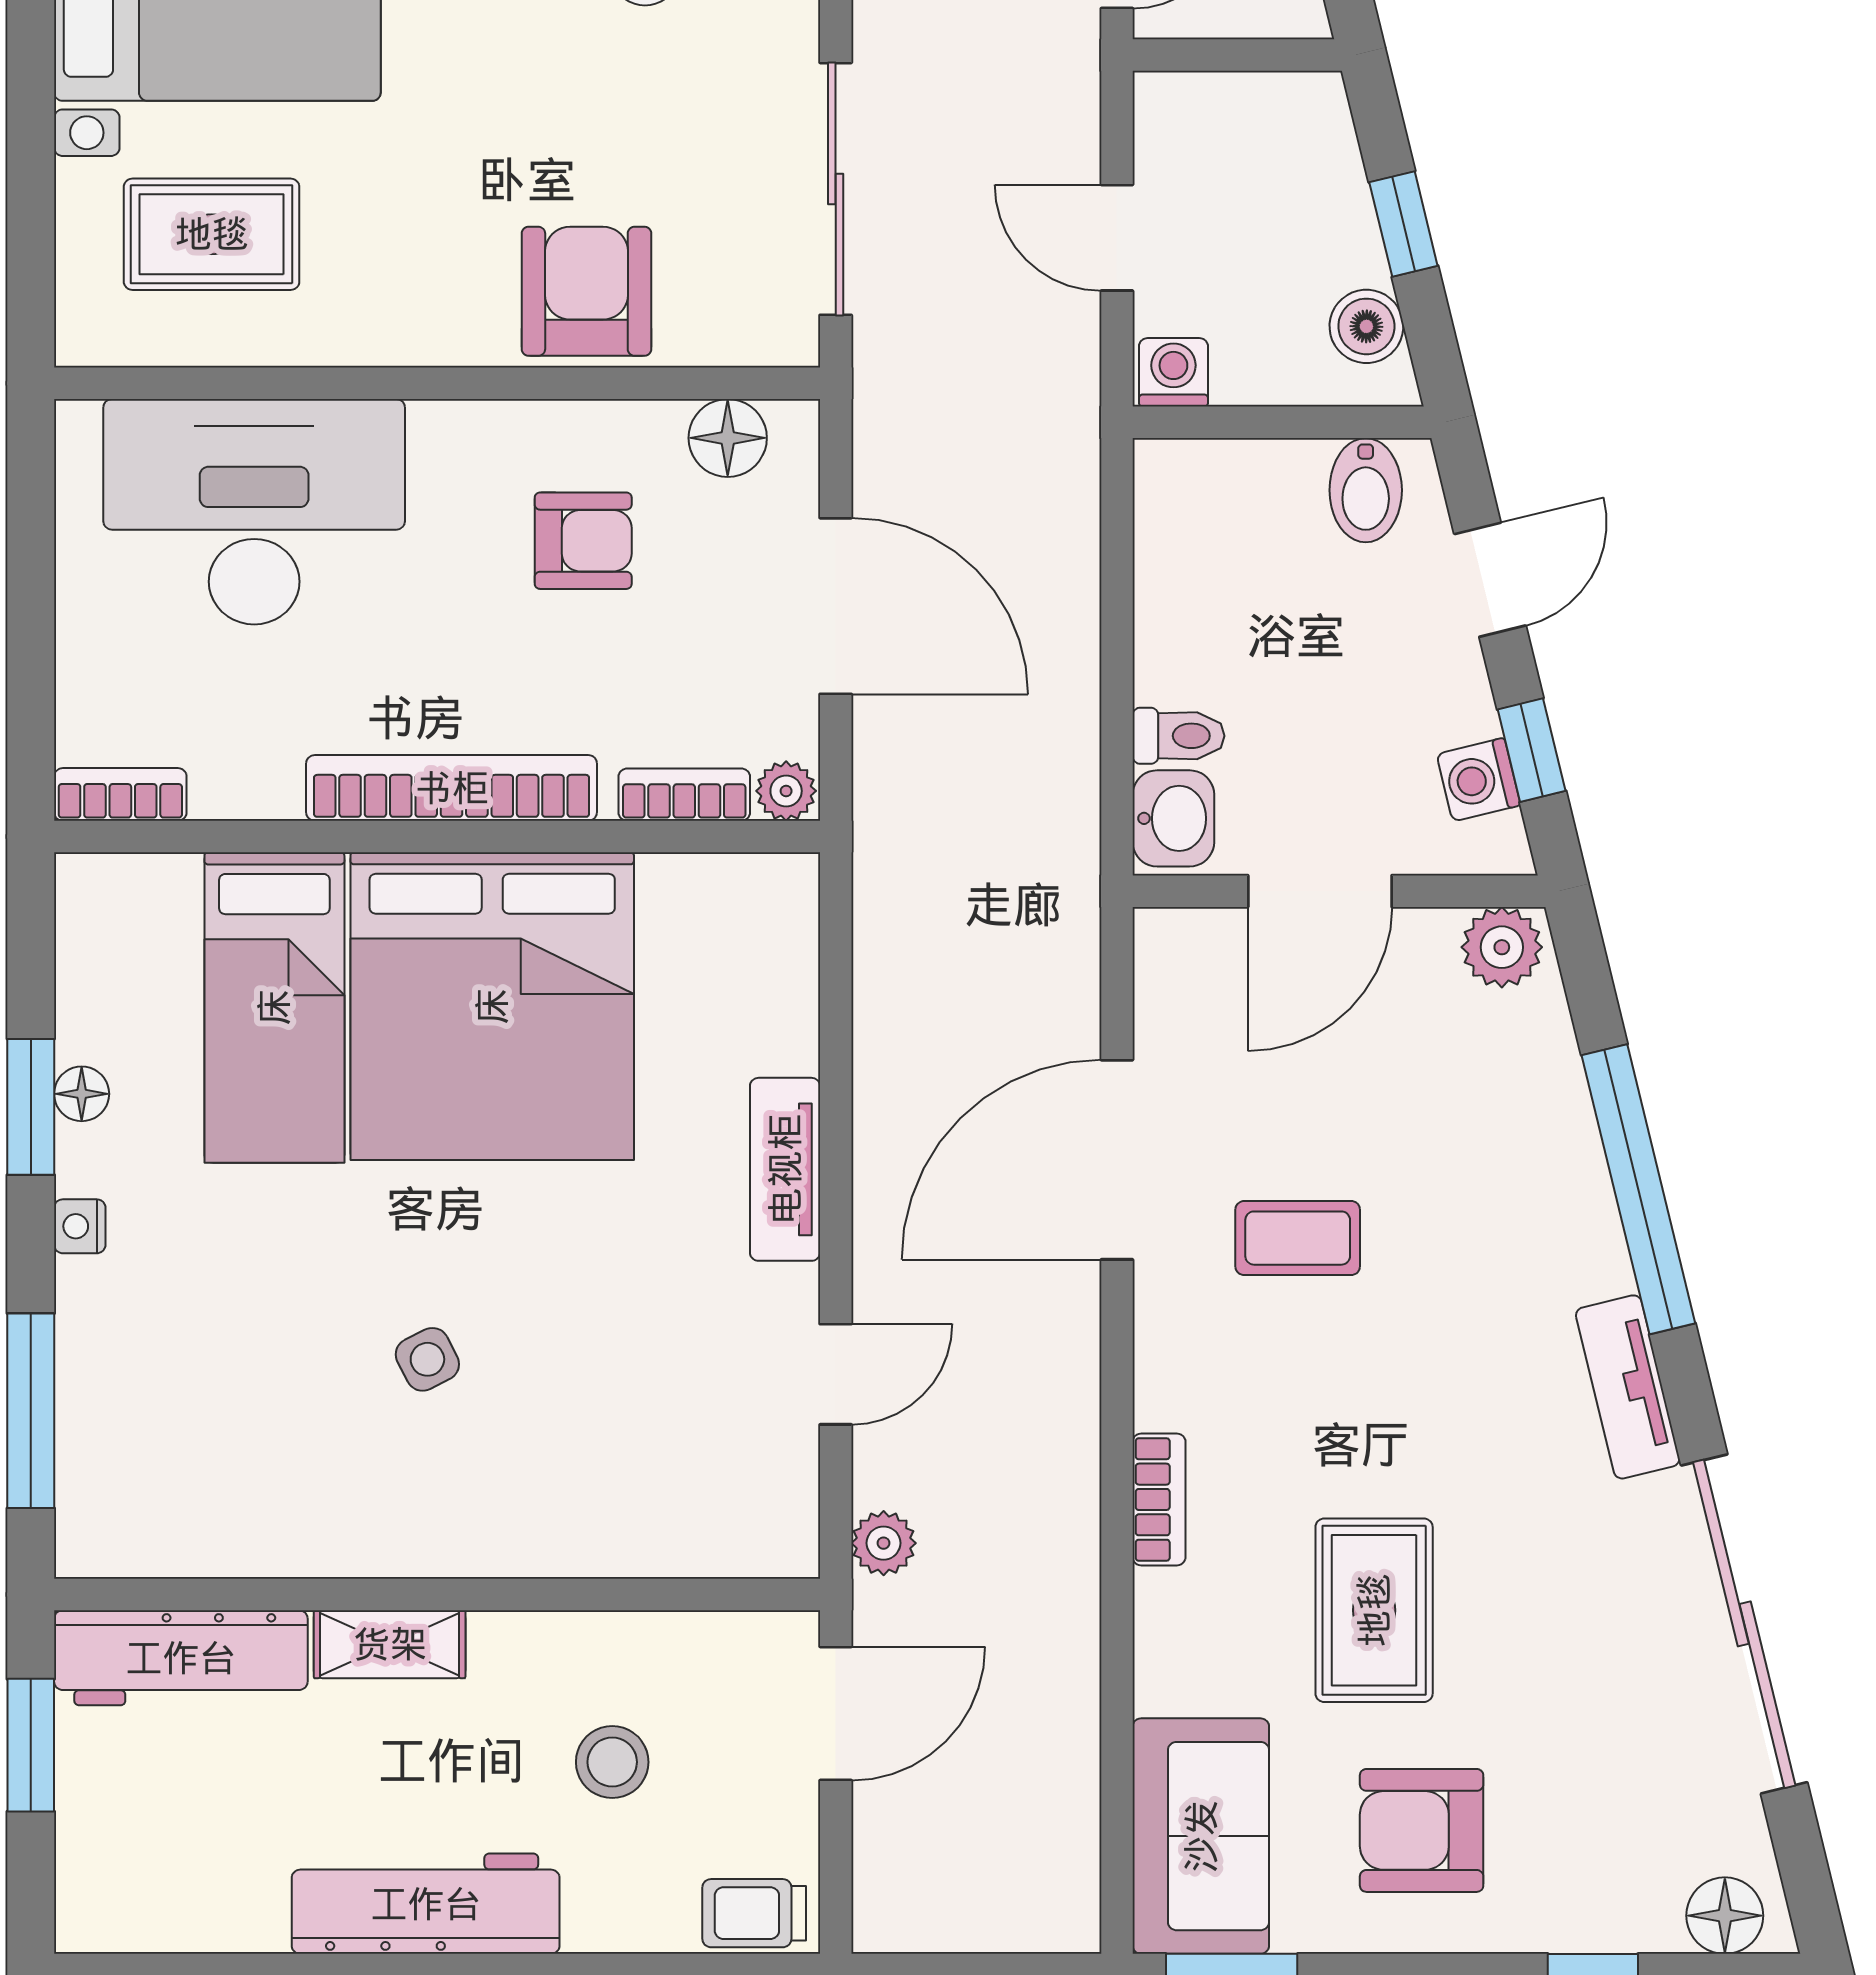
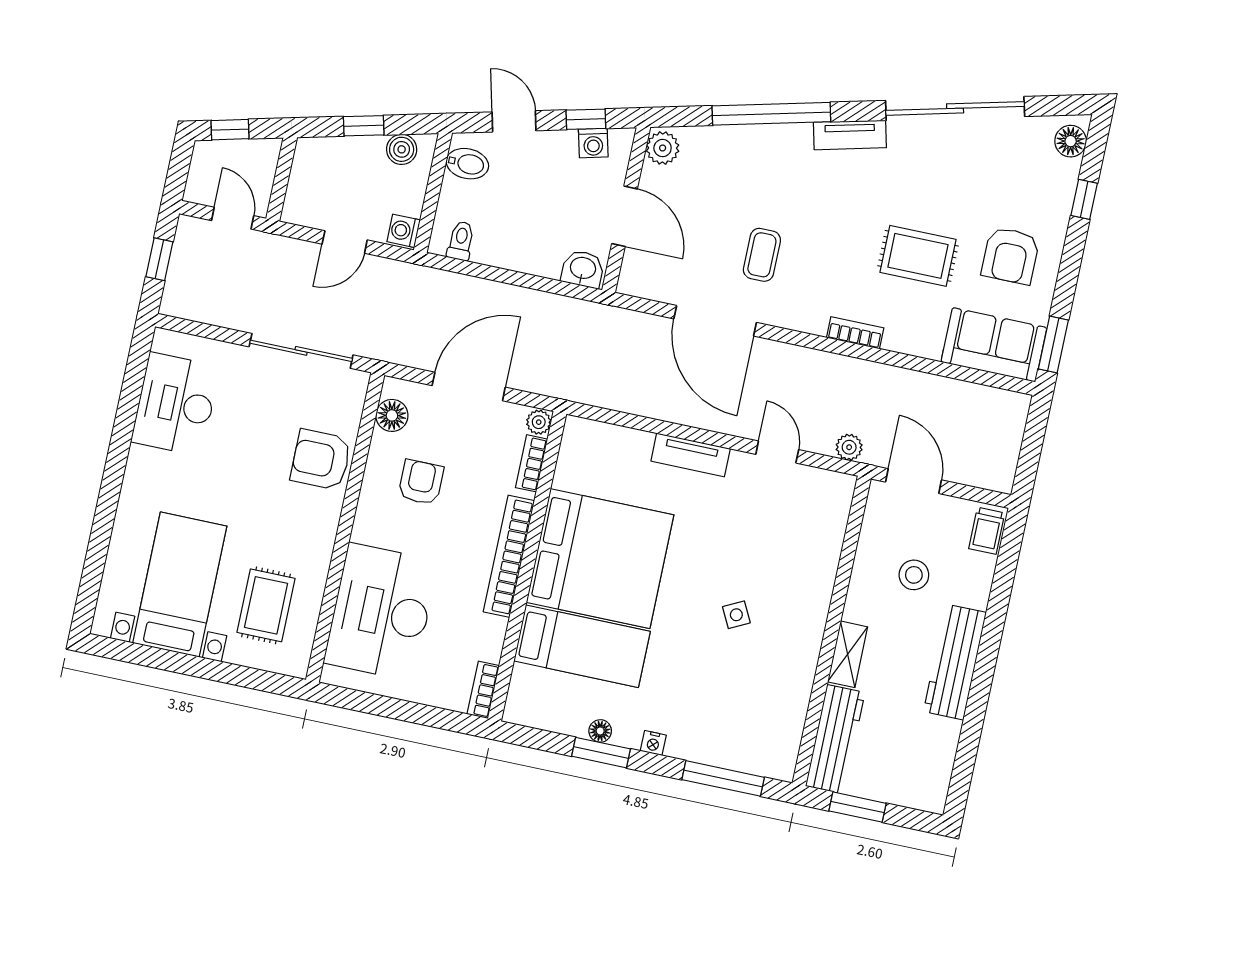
toilet: (1178, 736) -> (461, 241), moved

